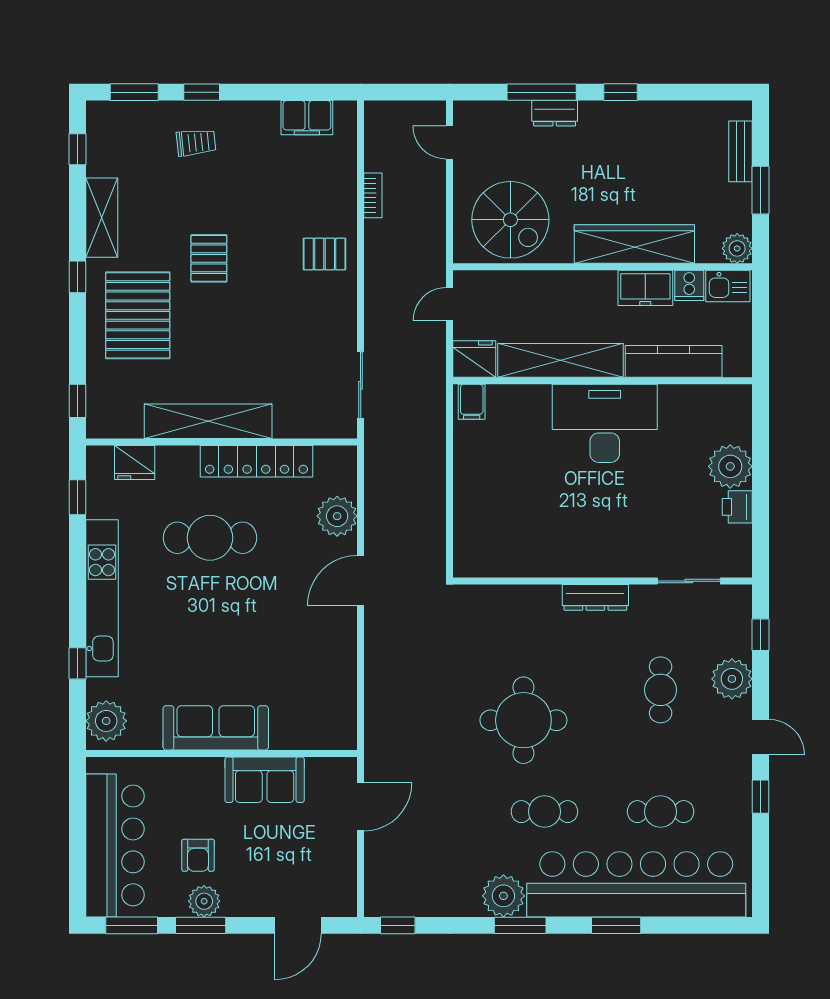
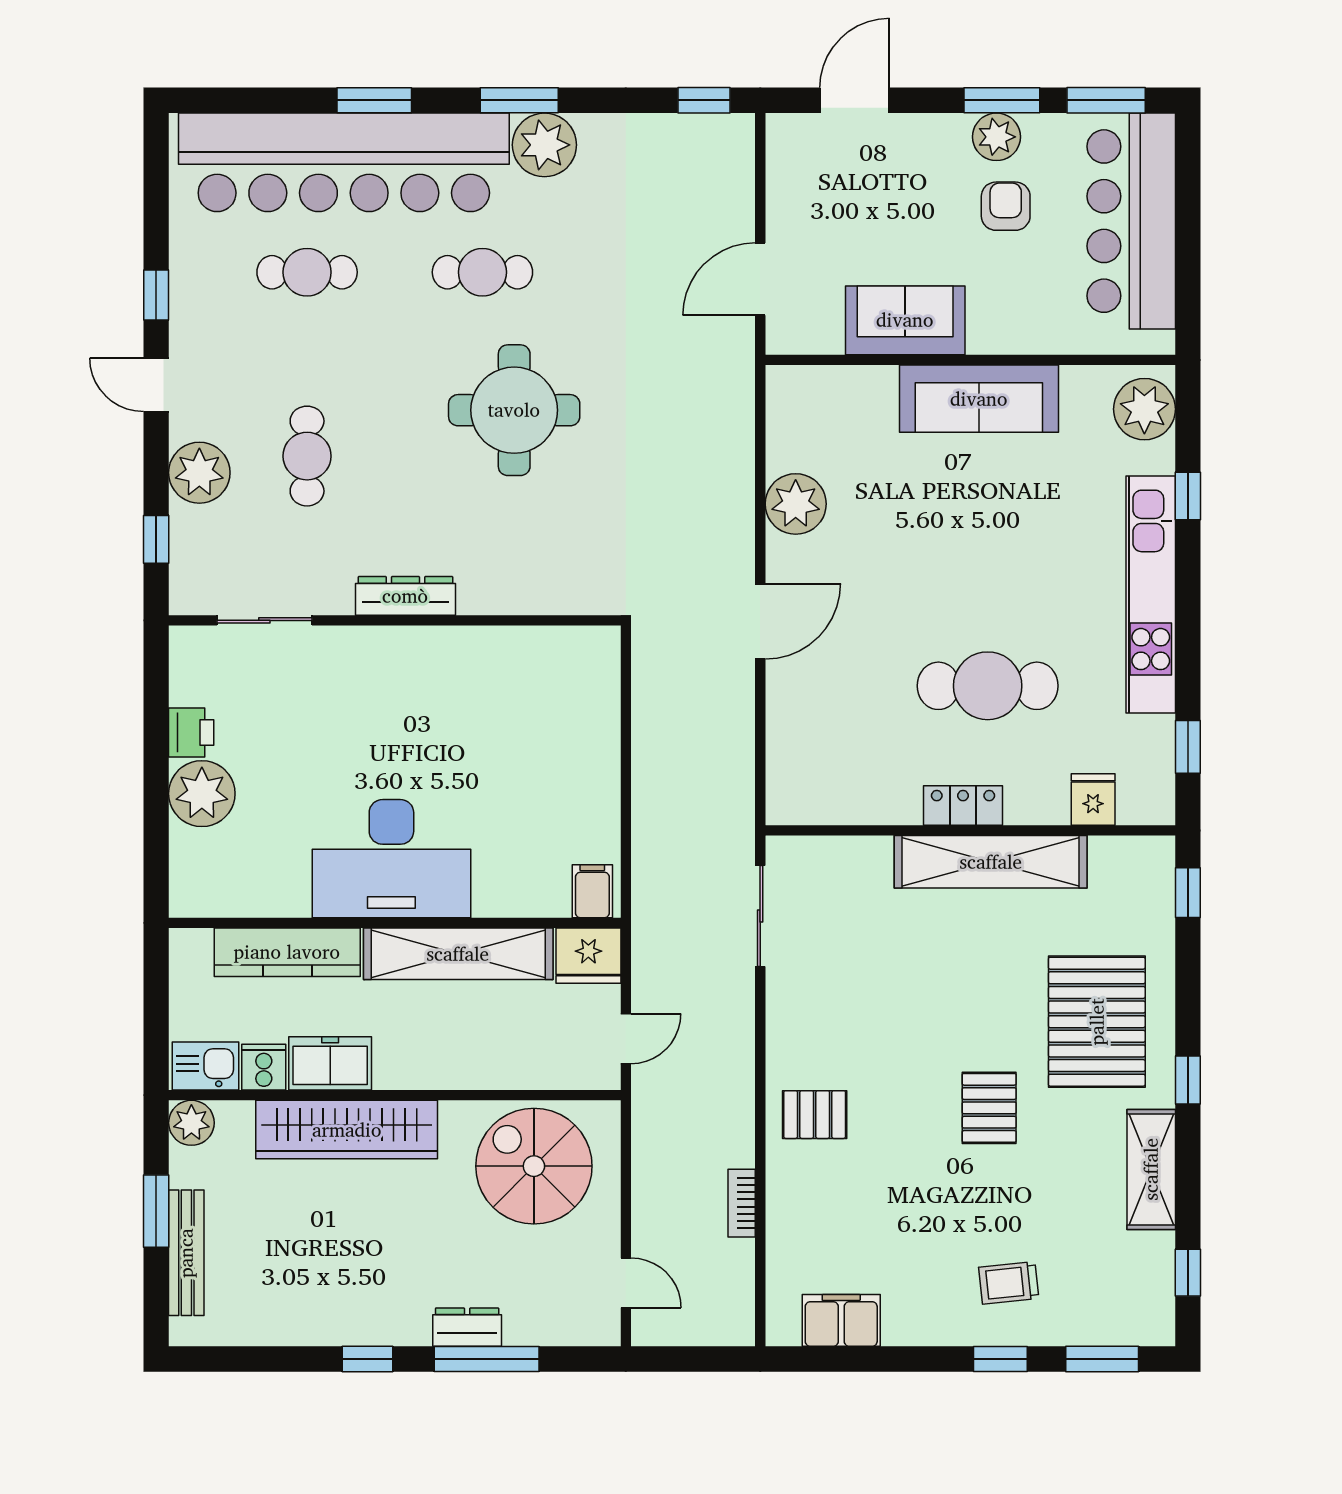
bench: (740, 151) -> (186, 1253), width x1.36
locker: (256, 461) -> (963, 806), width x0.46, depth x0.83
fridge: (135, 463) -> (1093, 799), width x0.72
plant: (337, 516) -> (796, 504), moved

